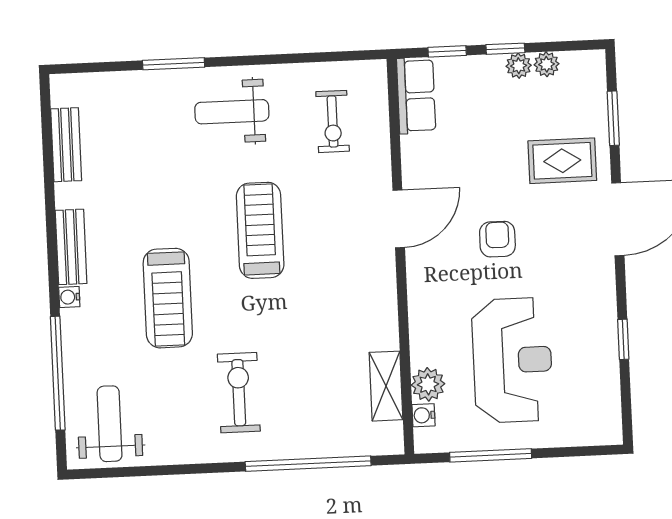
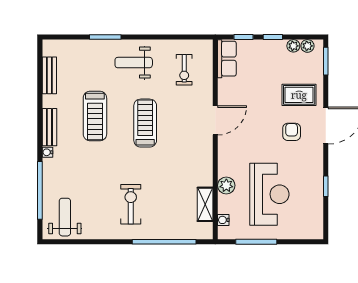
plant: (519, 66) -> (307, 46), moved
window: (613, 118) -> (326, 61), moved
armchair: (497, 239) -> (292, 132), moved
treadmill: (168, 298) -> (95, 116), moved
plant: (428, 384) -> (226, 185), moved

